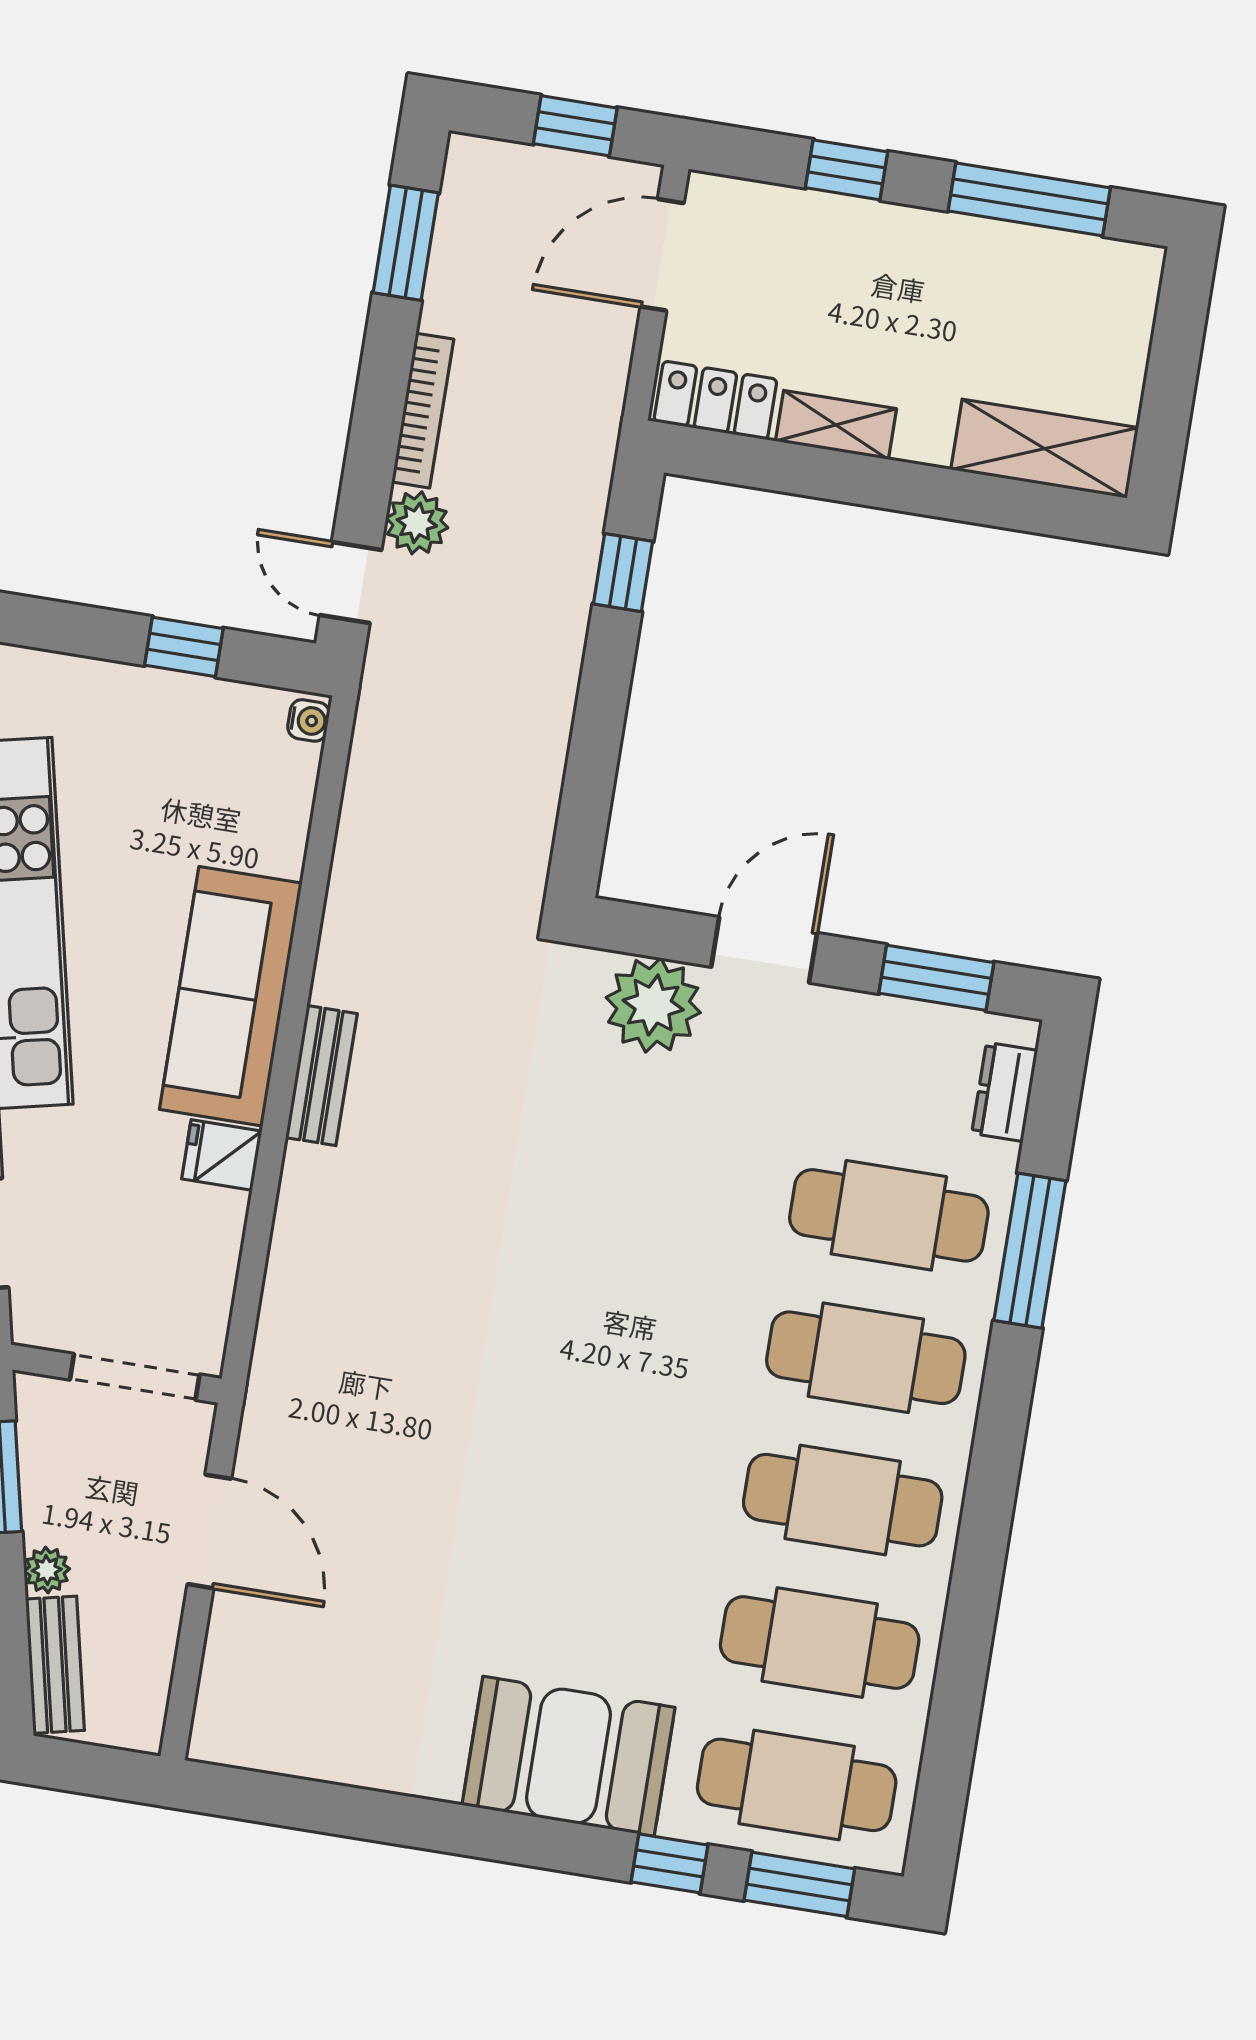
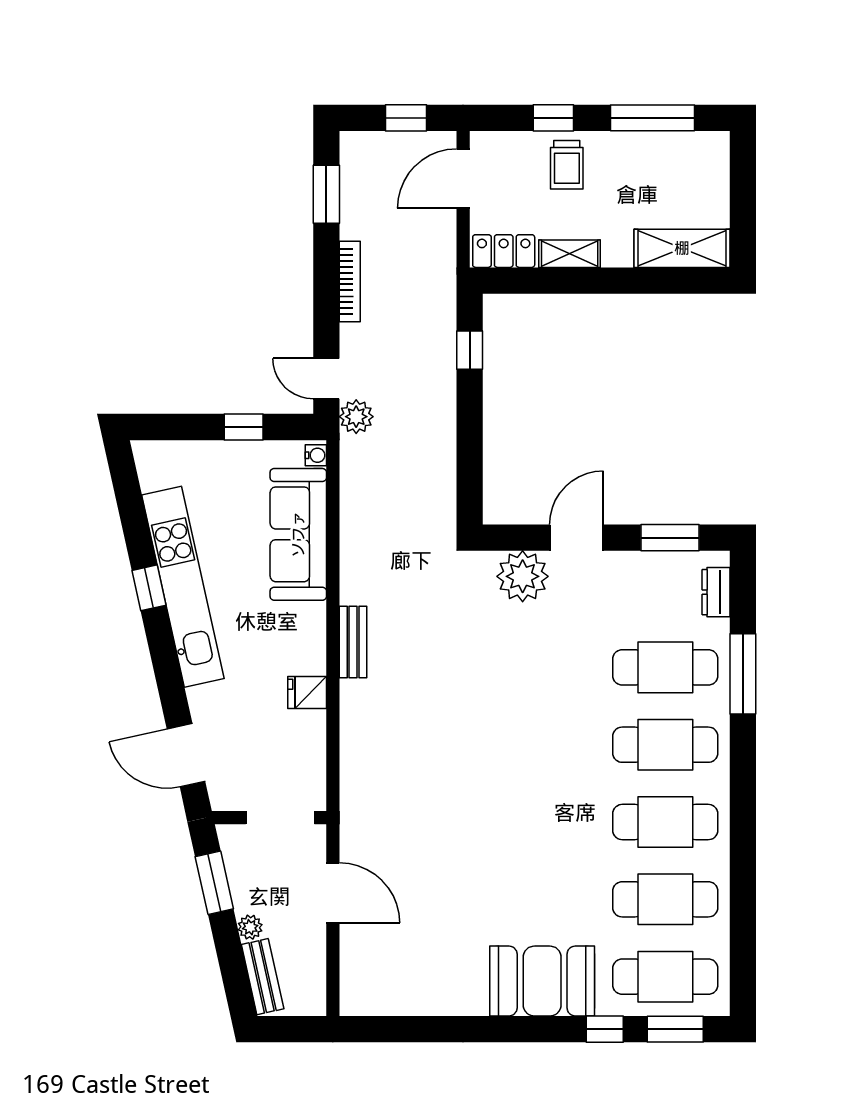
trolley: (857, 260) -> (567, 165), added
plant: (417, 523) -> (356, 417), moved
sofa: (231, 996) -> (298, 534), moved

